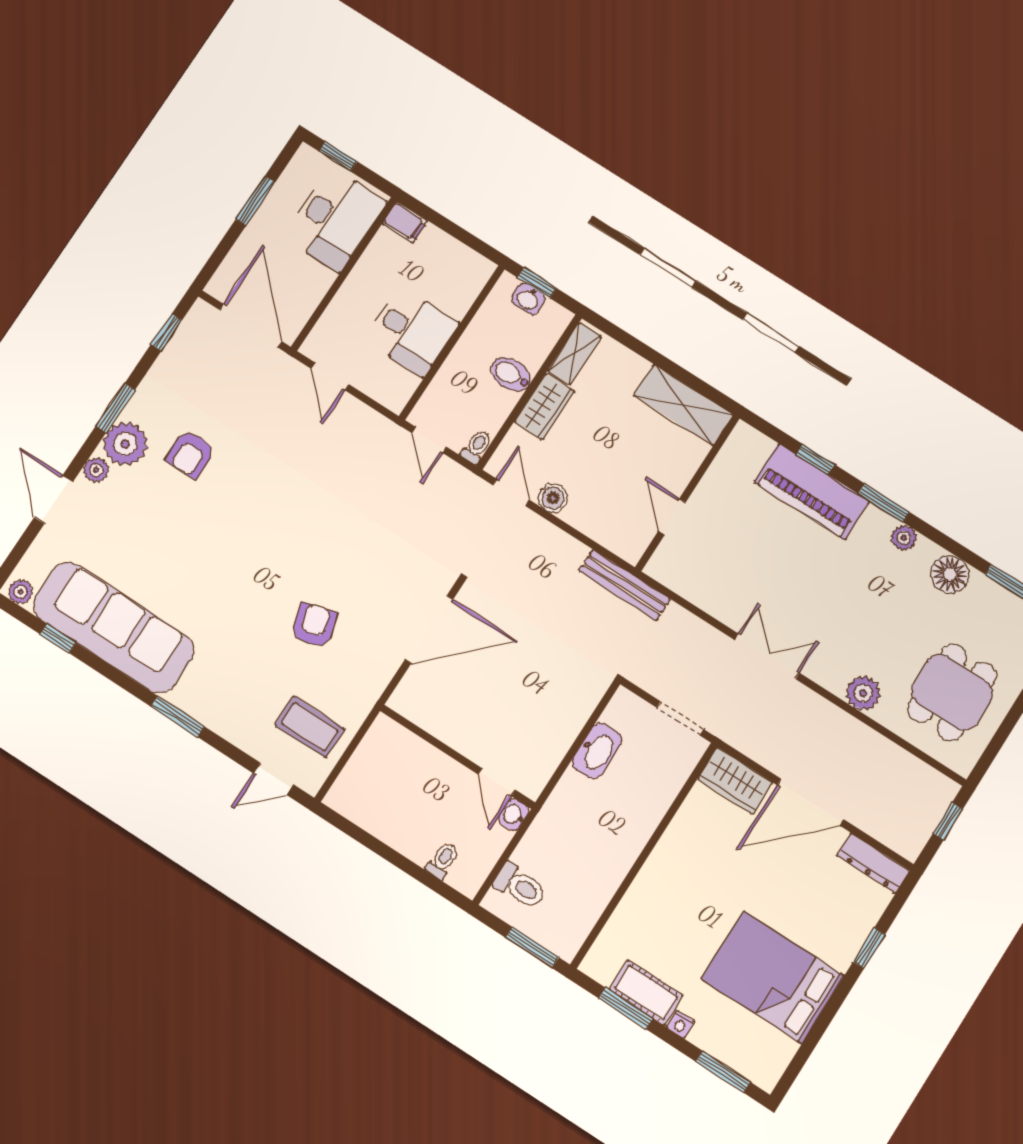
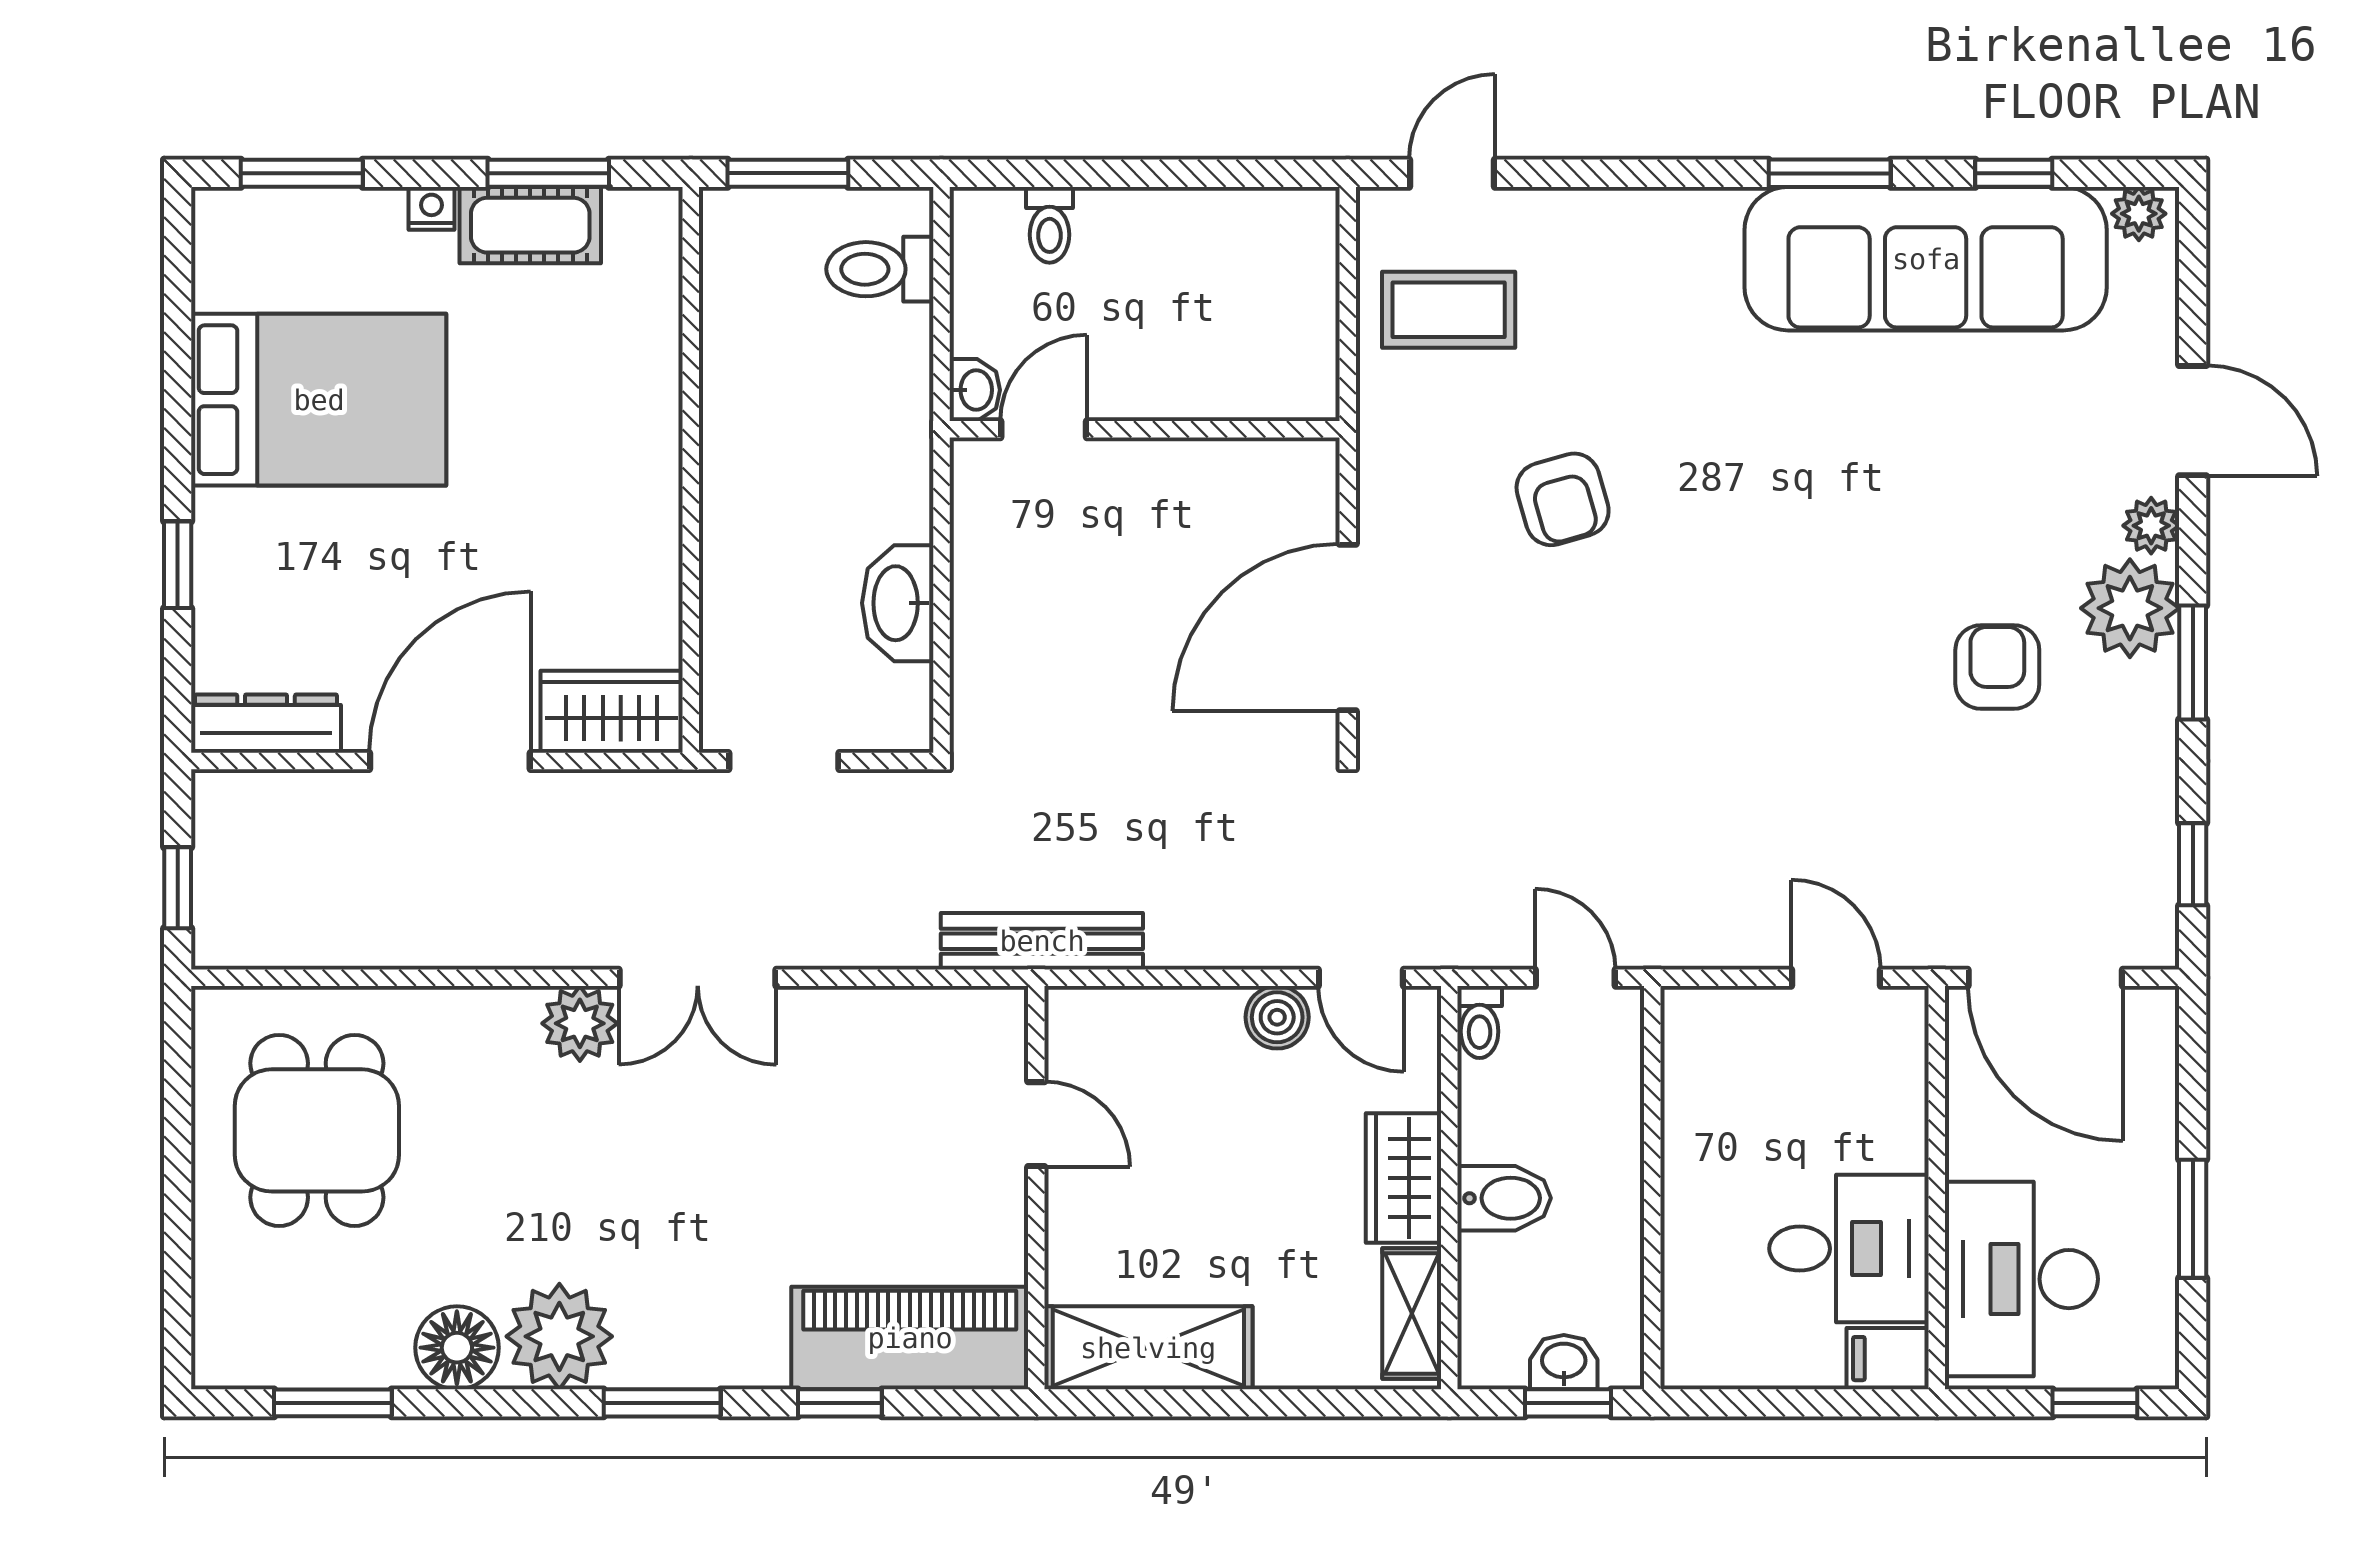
desk: (412, 332) -> (1849, 1249), moved, turned 180
piano: (812, 492) -> (910, 1338), moved
plant: (904, 538) -> (559, 1336), width x1.87, depth x1.87
plant: (863, 693) -> (580, 1023), moved
window: (178, 717) -> (1830, 173), moved
door: (497, 782) -> (1044, 429), hinge flipped

